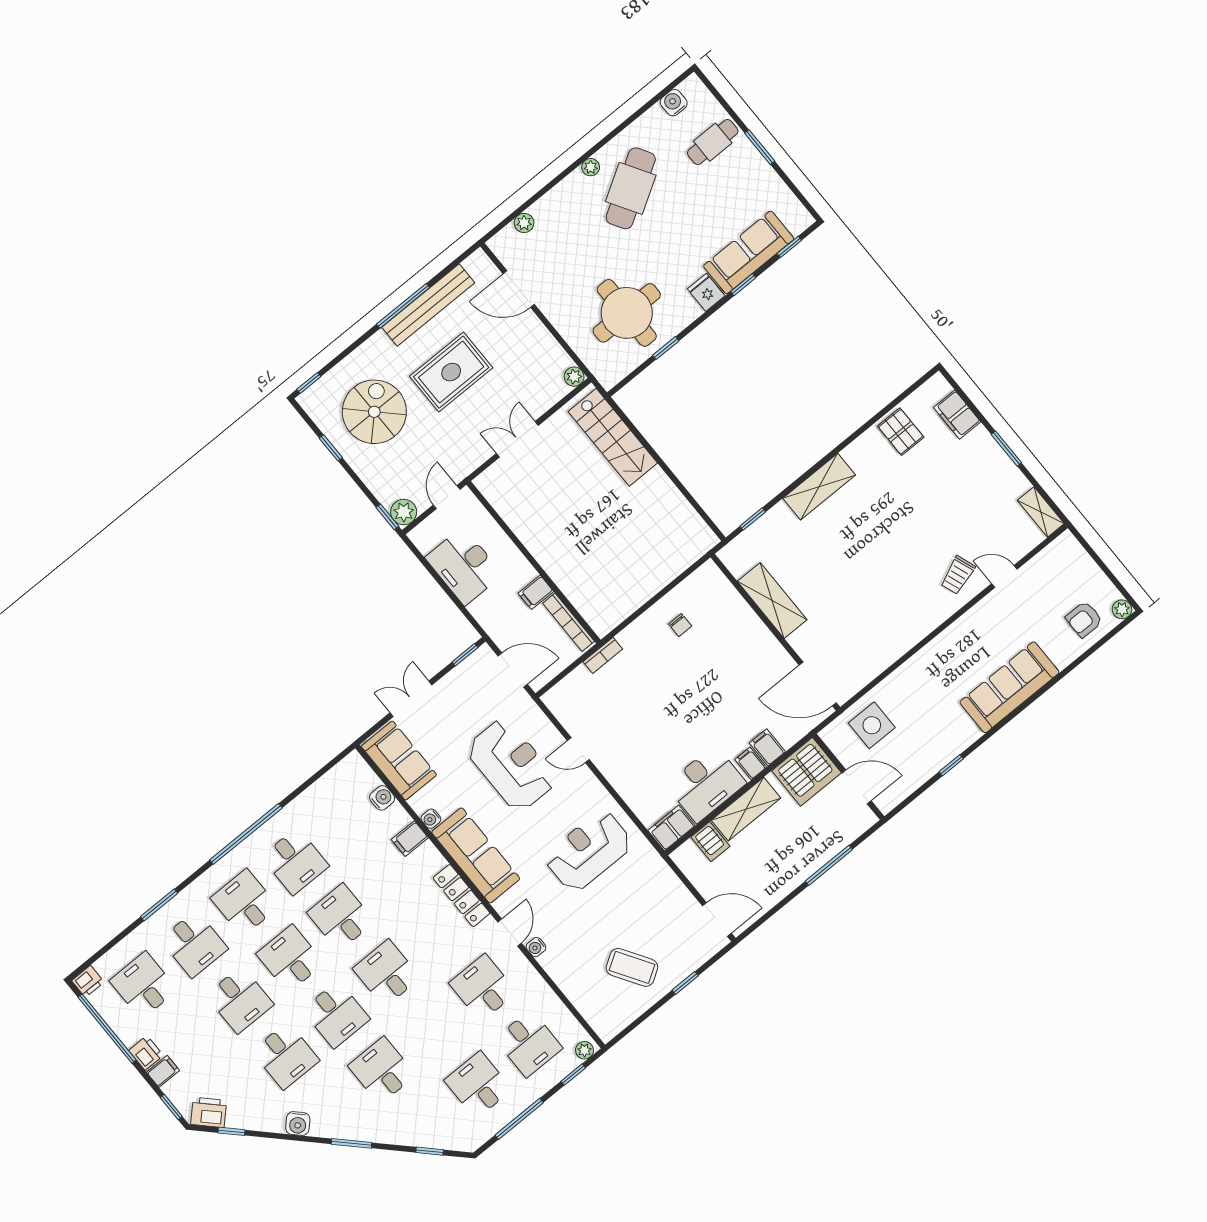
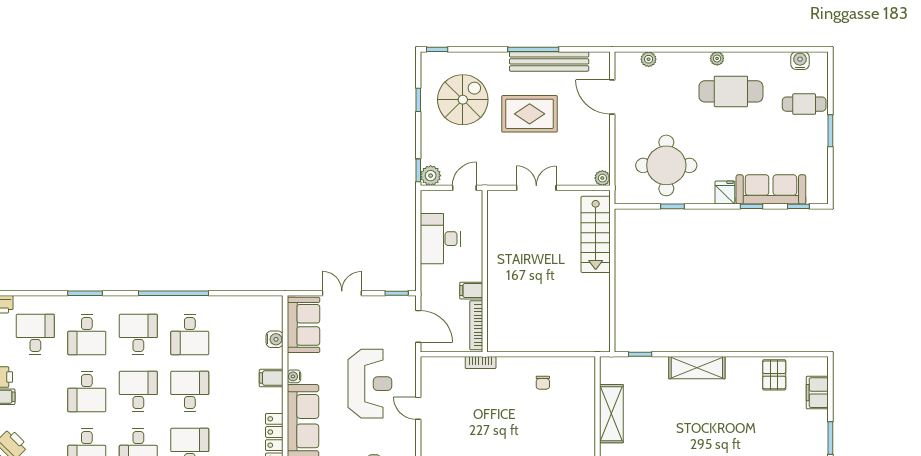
cafe table: (631, 188) -> (731, 91), turned 31

